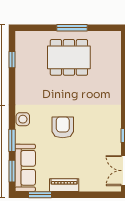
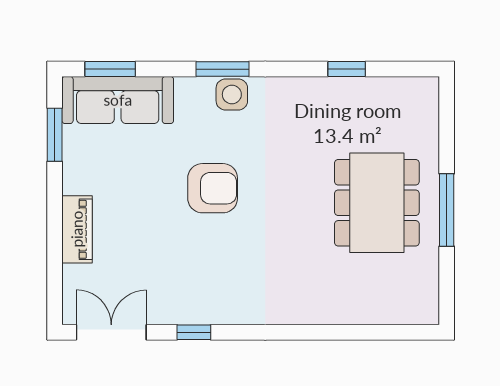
window: (12, 60) -> (347, 69), moved
window: (12, 140) -> (222, 69), moved
piano: (64, 185) -> (77, 229), moved

